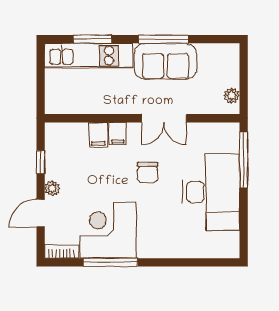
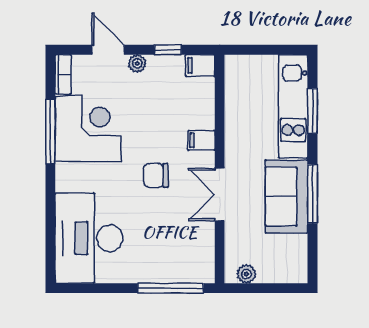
filing cabinet: (98, 135) -> (200, 65), moved
desk: (211, 192) -> (89, 238), moved, turned 90

